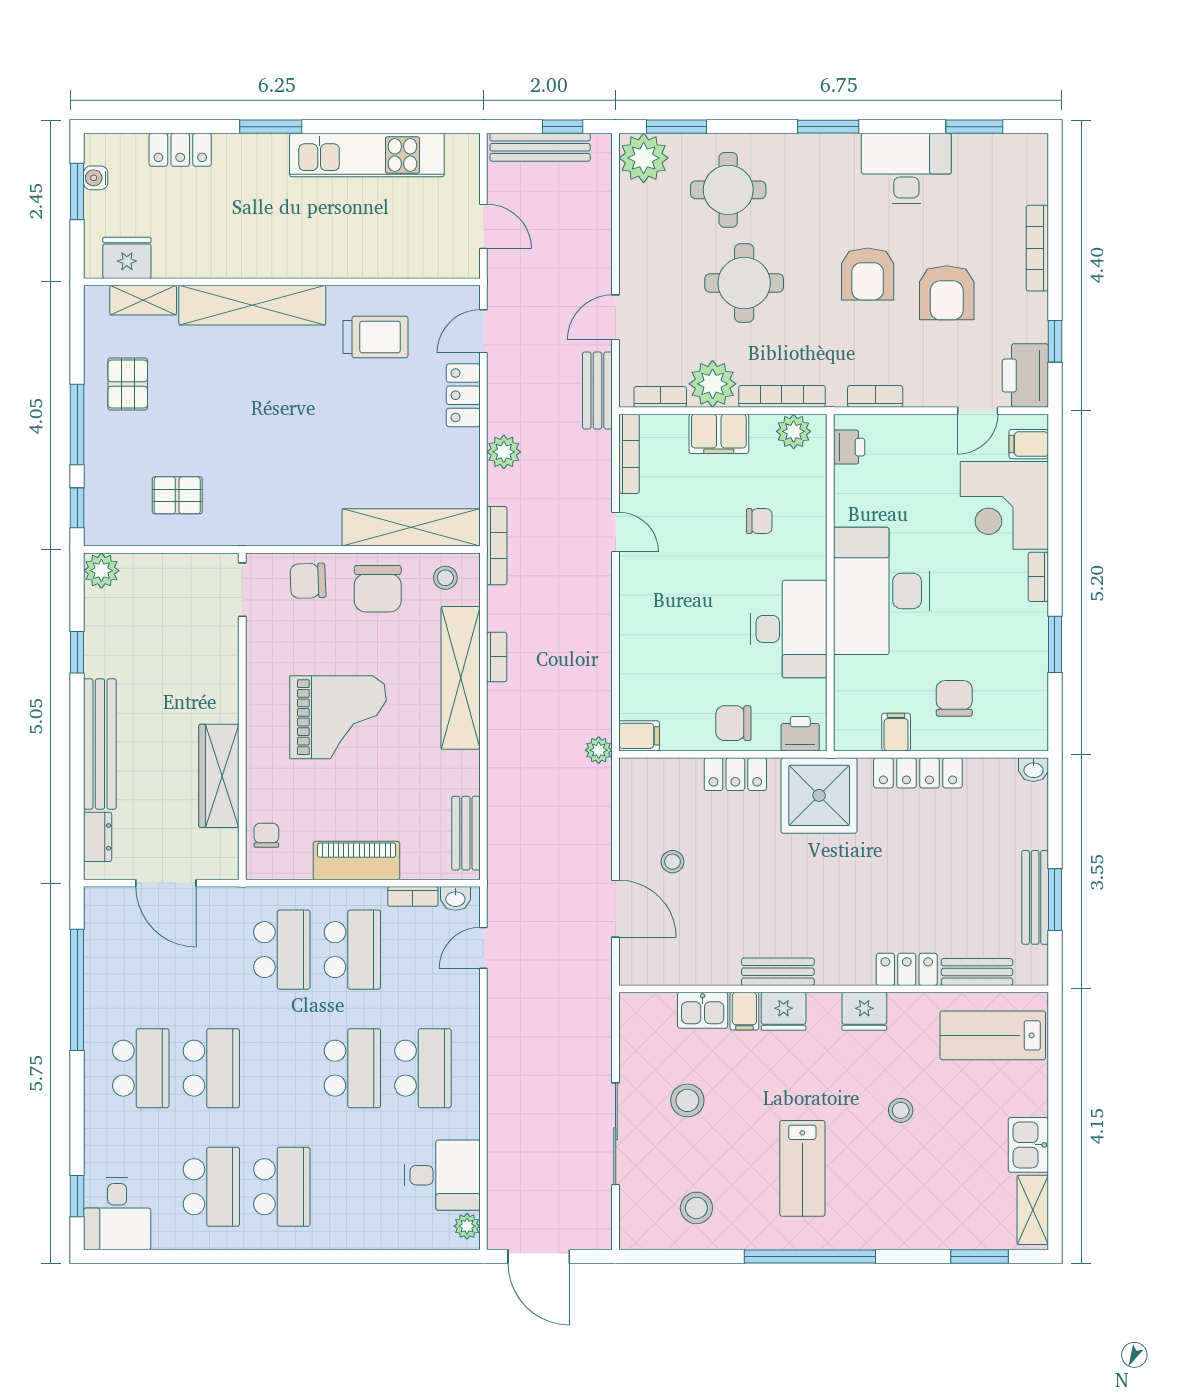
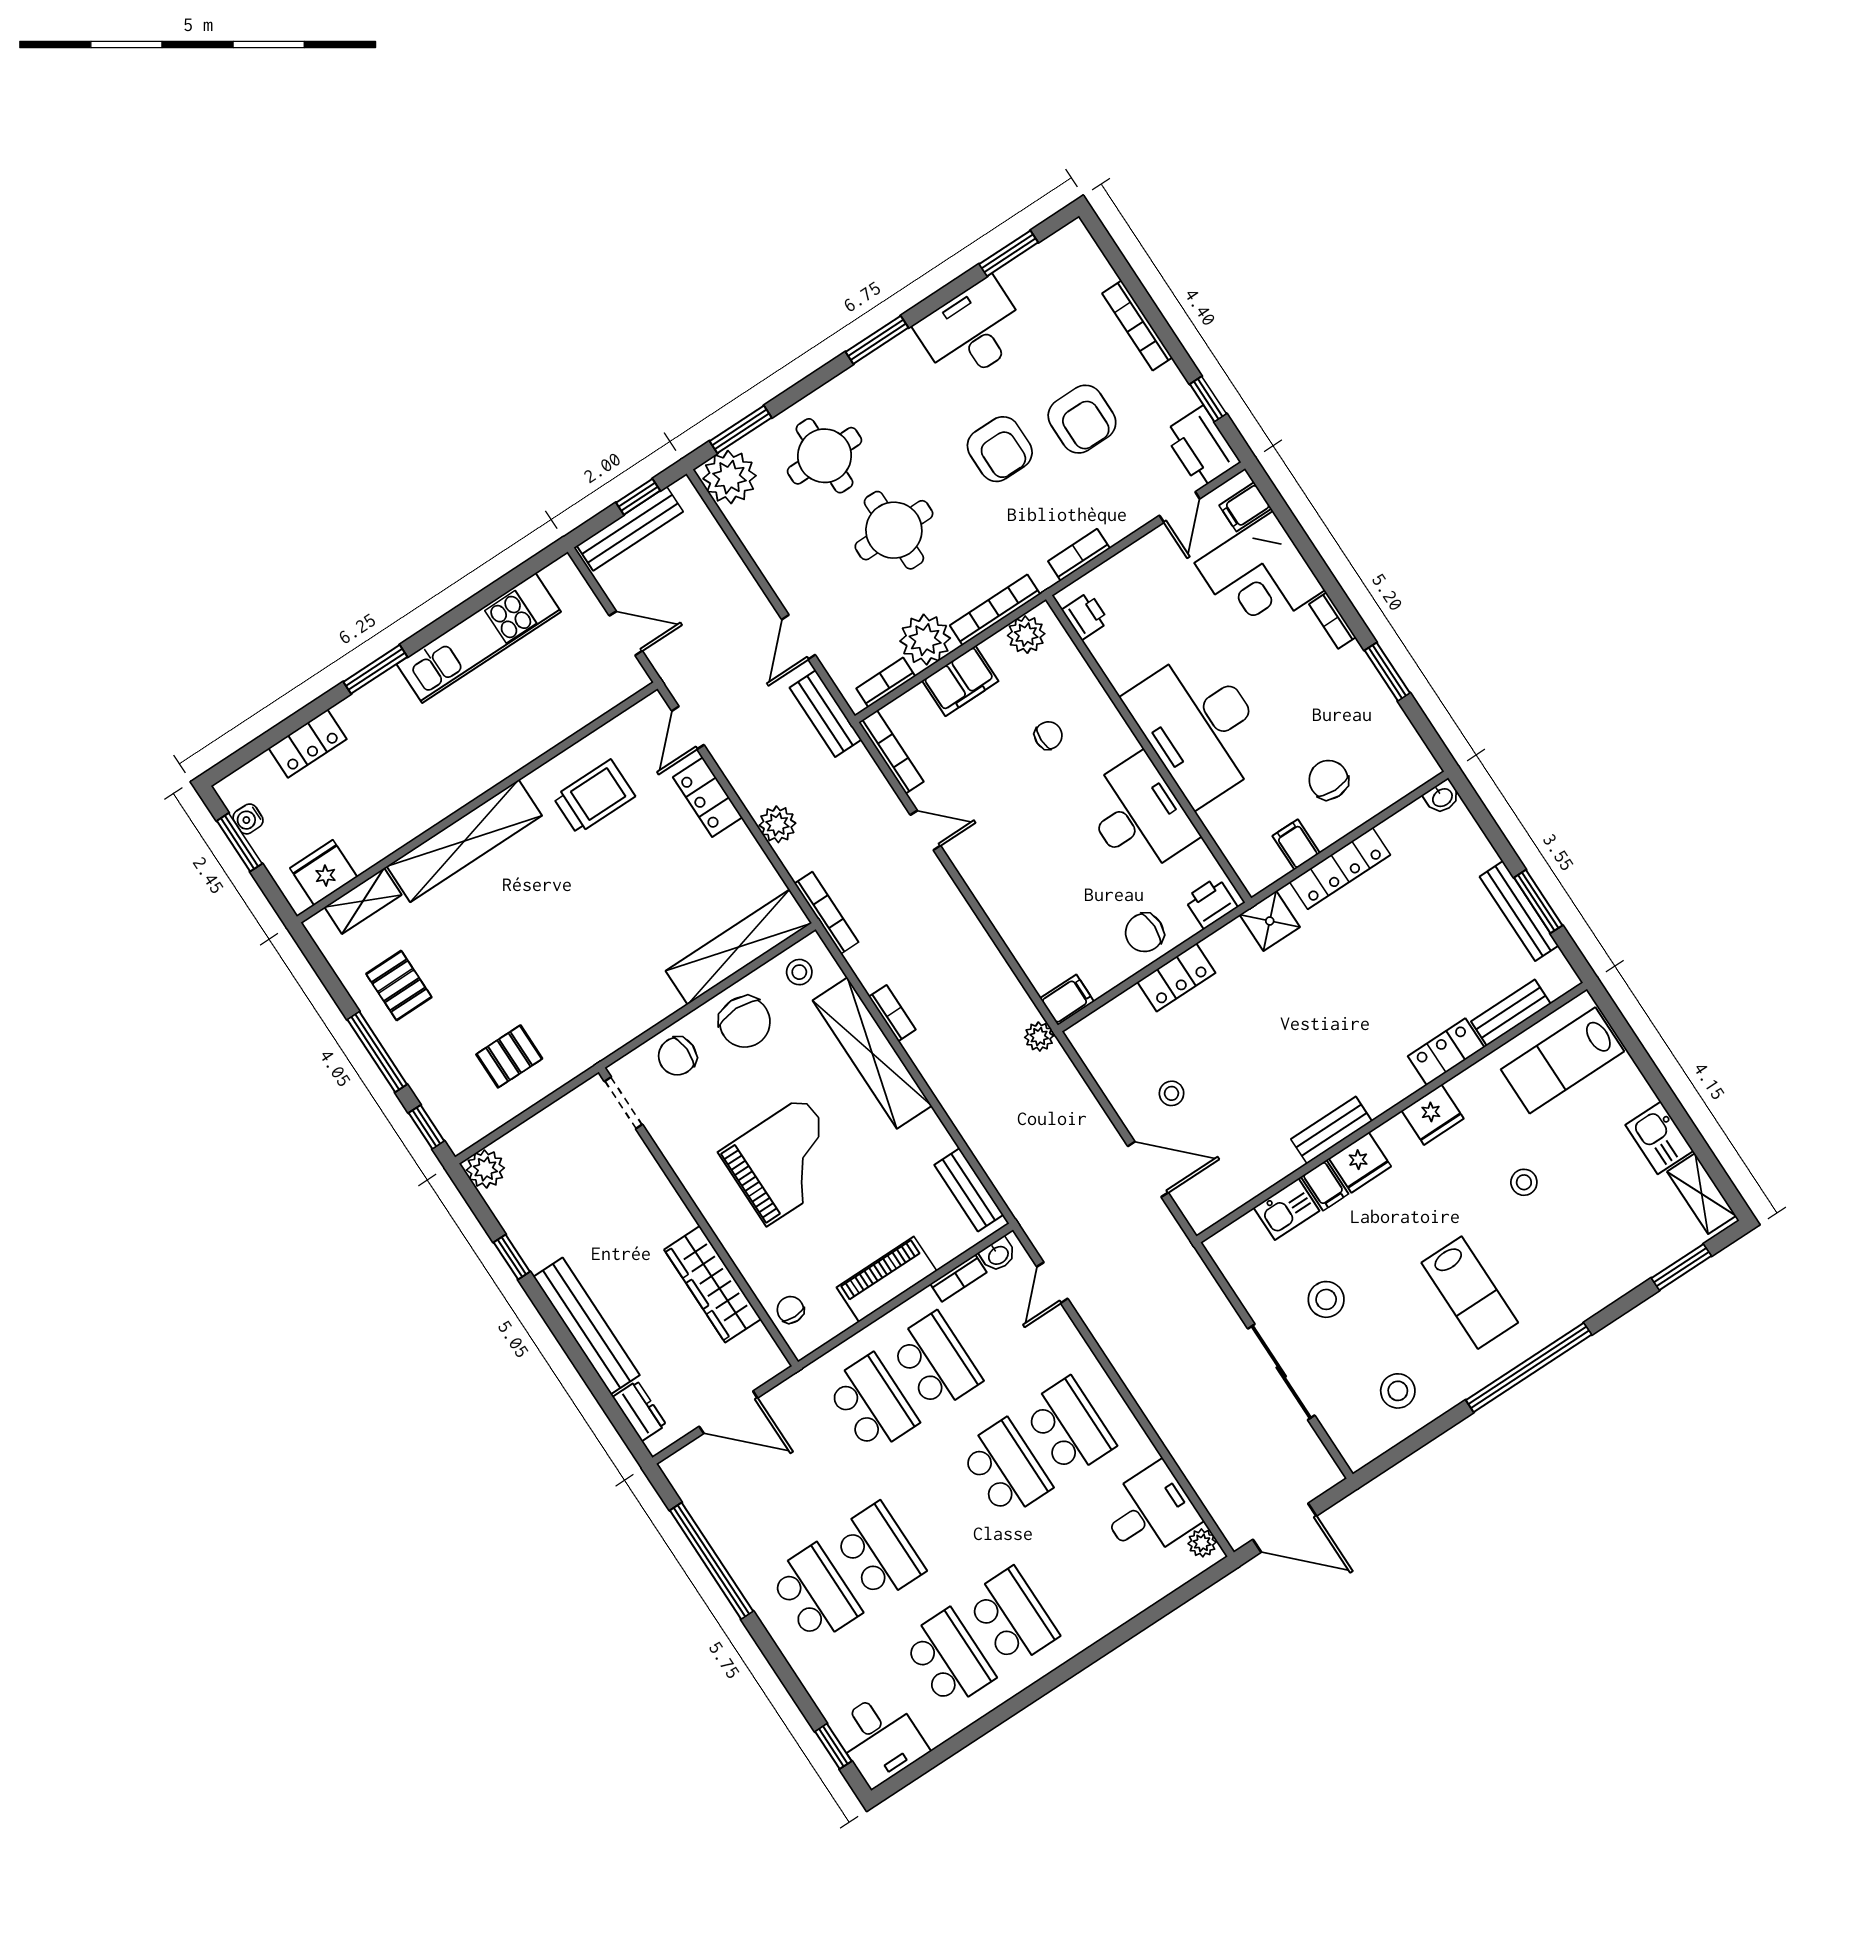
shower: (819, 795) -> (1270, 921), width x0.54, depth x0.54

